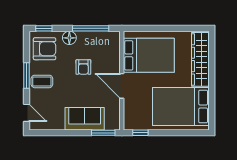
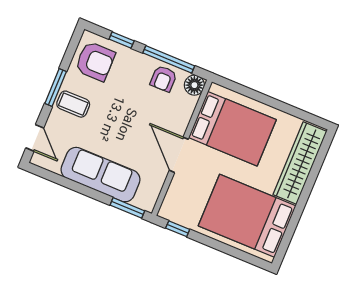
window: (44, 28) -> (122, 40), moved
floor lamp: (69, 38) -> (194, 85), moved
armchair: (83, 67) -> (163, 79), moved
sofa: (85, 119) -> (100, 175), width x1.36

